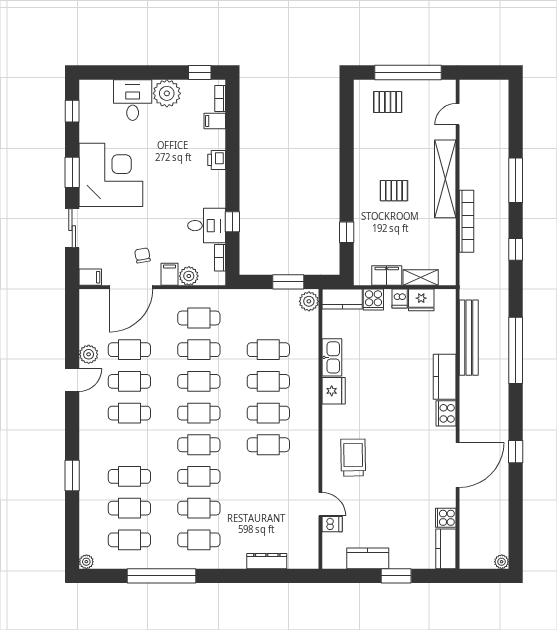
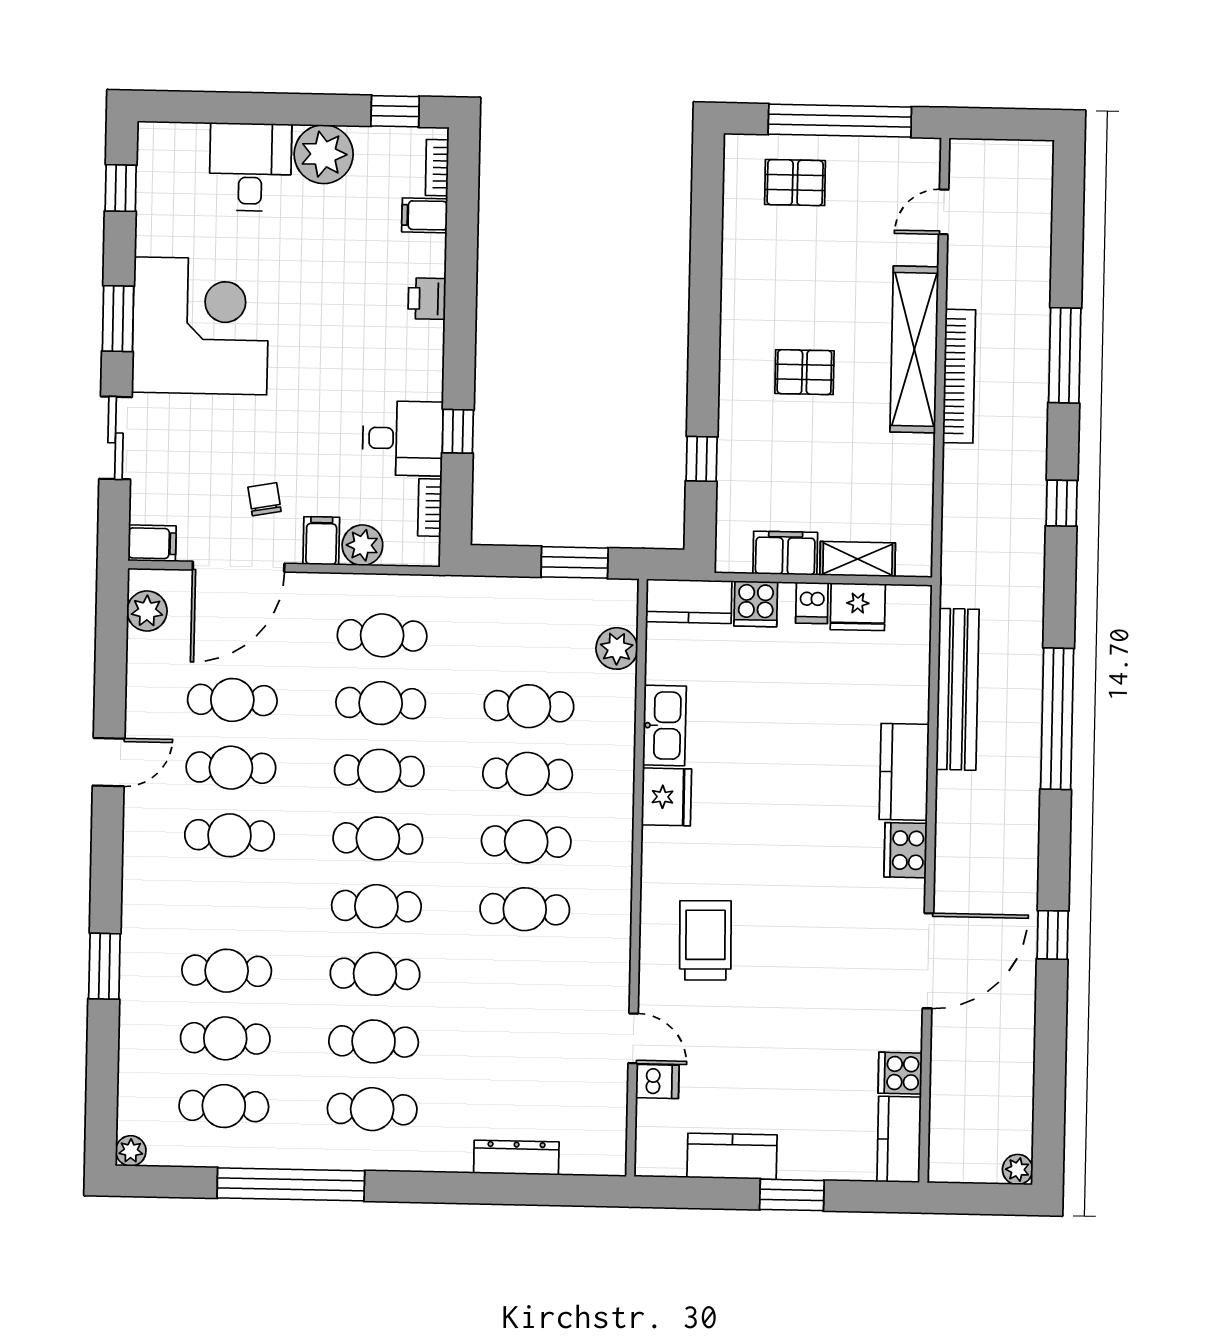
bookcase: (466, 221) -> (959, 376), moved
plant: (309, 301) -> (617, 648), moved
plant: (89, 354) -> (147, 611), moved

